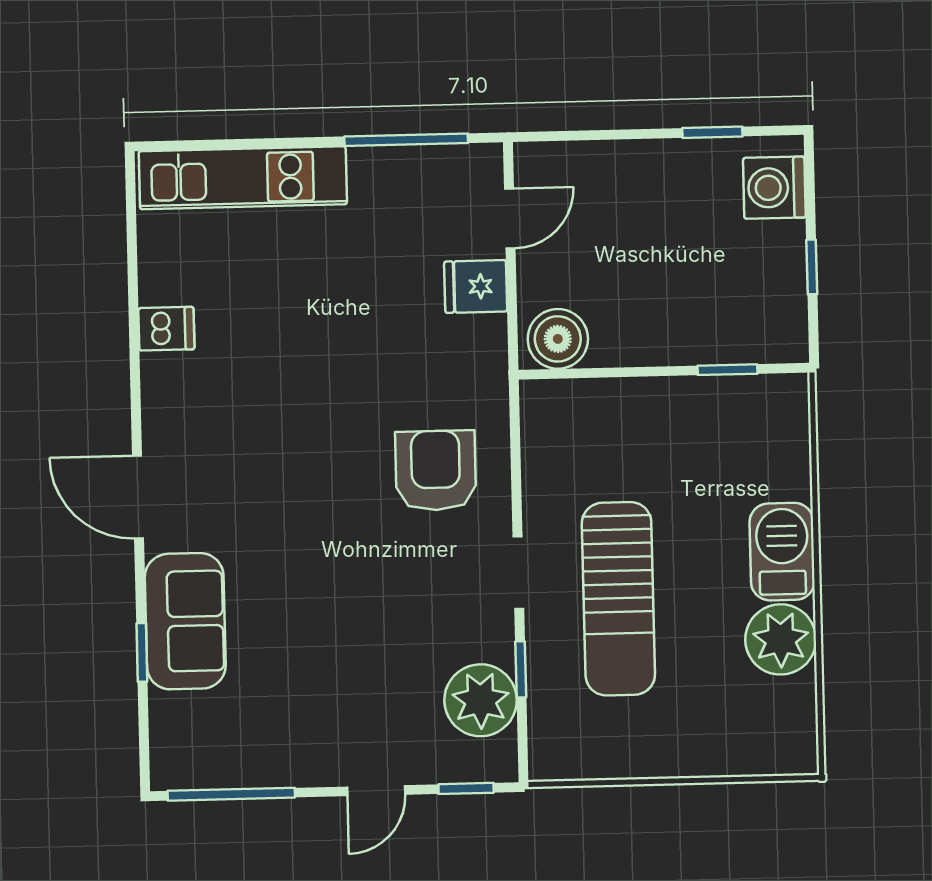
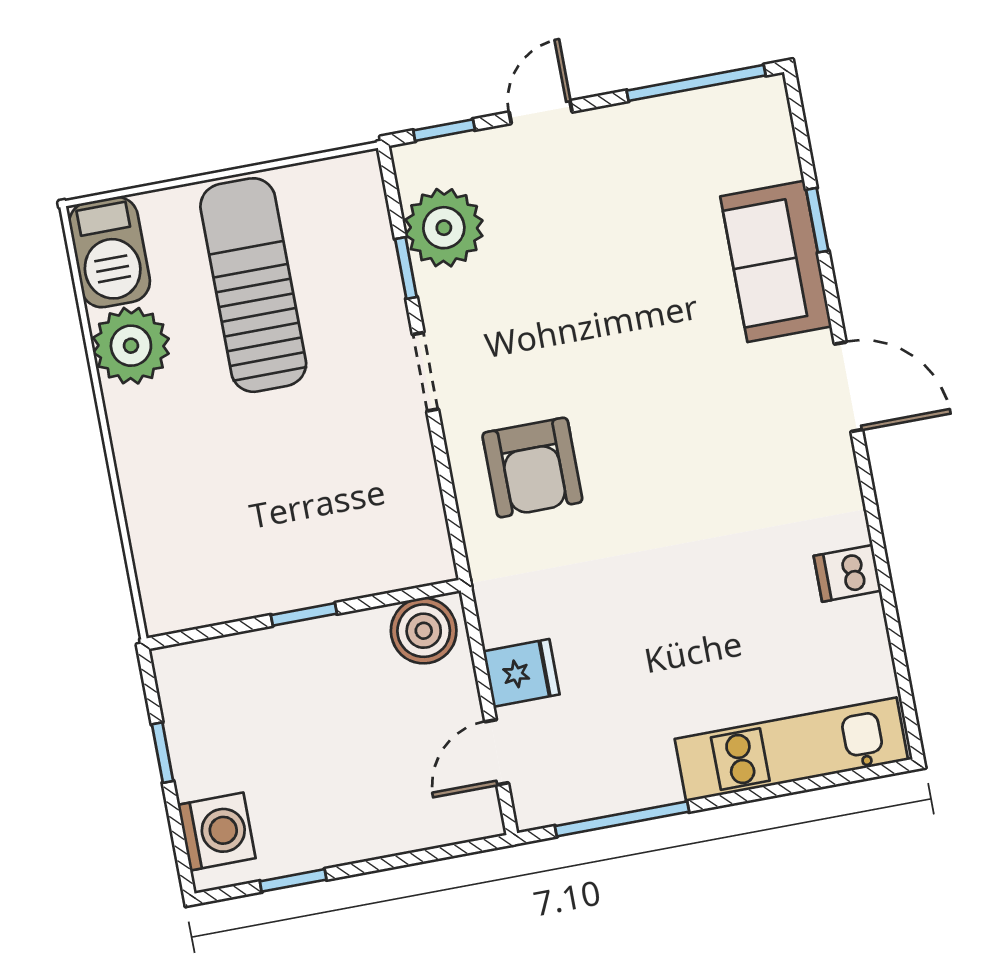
window: (728, 370) -> (304, 614), moved
barbecue: (782, 552) -> (109, 252), moved
sun lounger: (618, 599) -> (253, 285), moved

